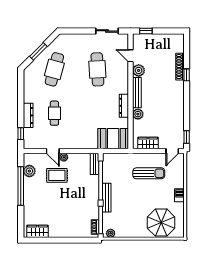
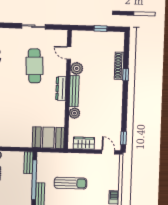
sliding door: (107, 31) -> (33, 26), moved
window: (146, 31) -> (100, 29), moved
dresser: (124, 106) -> (61, 89), moved
door: (172, 151) -> (108, 152), swing flipped
sun lounger: (149, 173) -> (71, 183), moved

